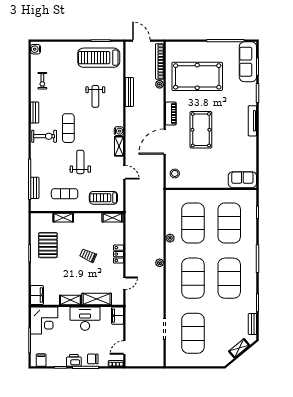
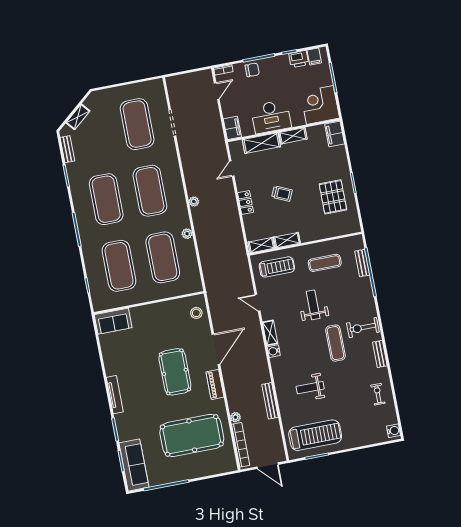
weight bench: (95, 96) -> (310, 388), turned -90
weight bench: (80, 162) -> (313, 305), turned 180
shelving: (63, 218) -> (287, 240), moved
printer: (74, 360) -> (299, 59), moved

